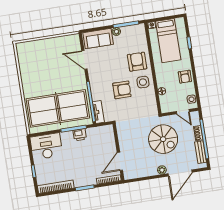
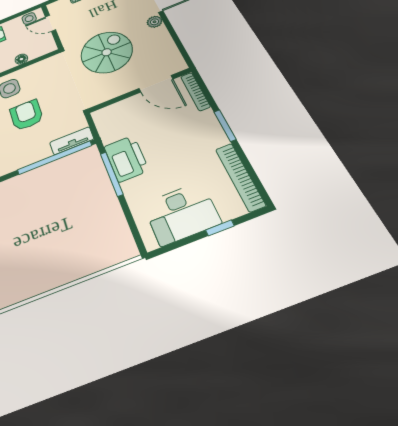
table tennis table: (58, 108) -> (77, 212), removed
door: (183, 112) -> (50, 23), swing flipped
printer: (80, 135) -> (126, 159), width x1.87, depth x1.48
spiral stairs: (163, 139) -> (107, 52), moved
desk: (46, 146) -> (181, 213), moved, turned -90

